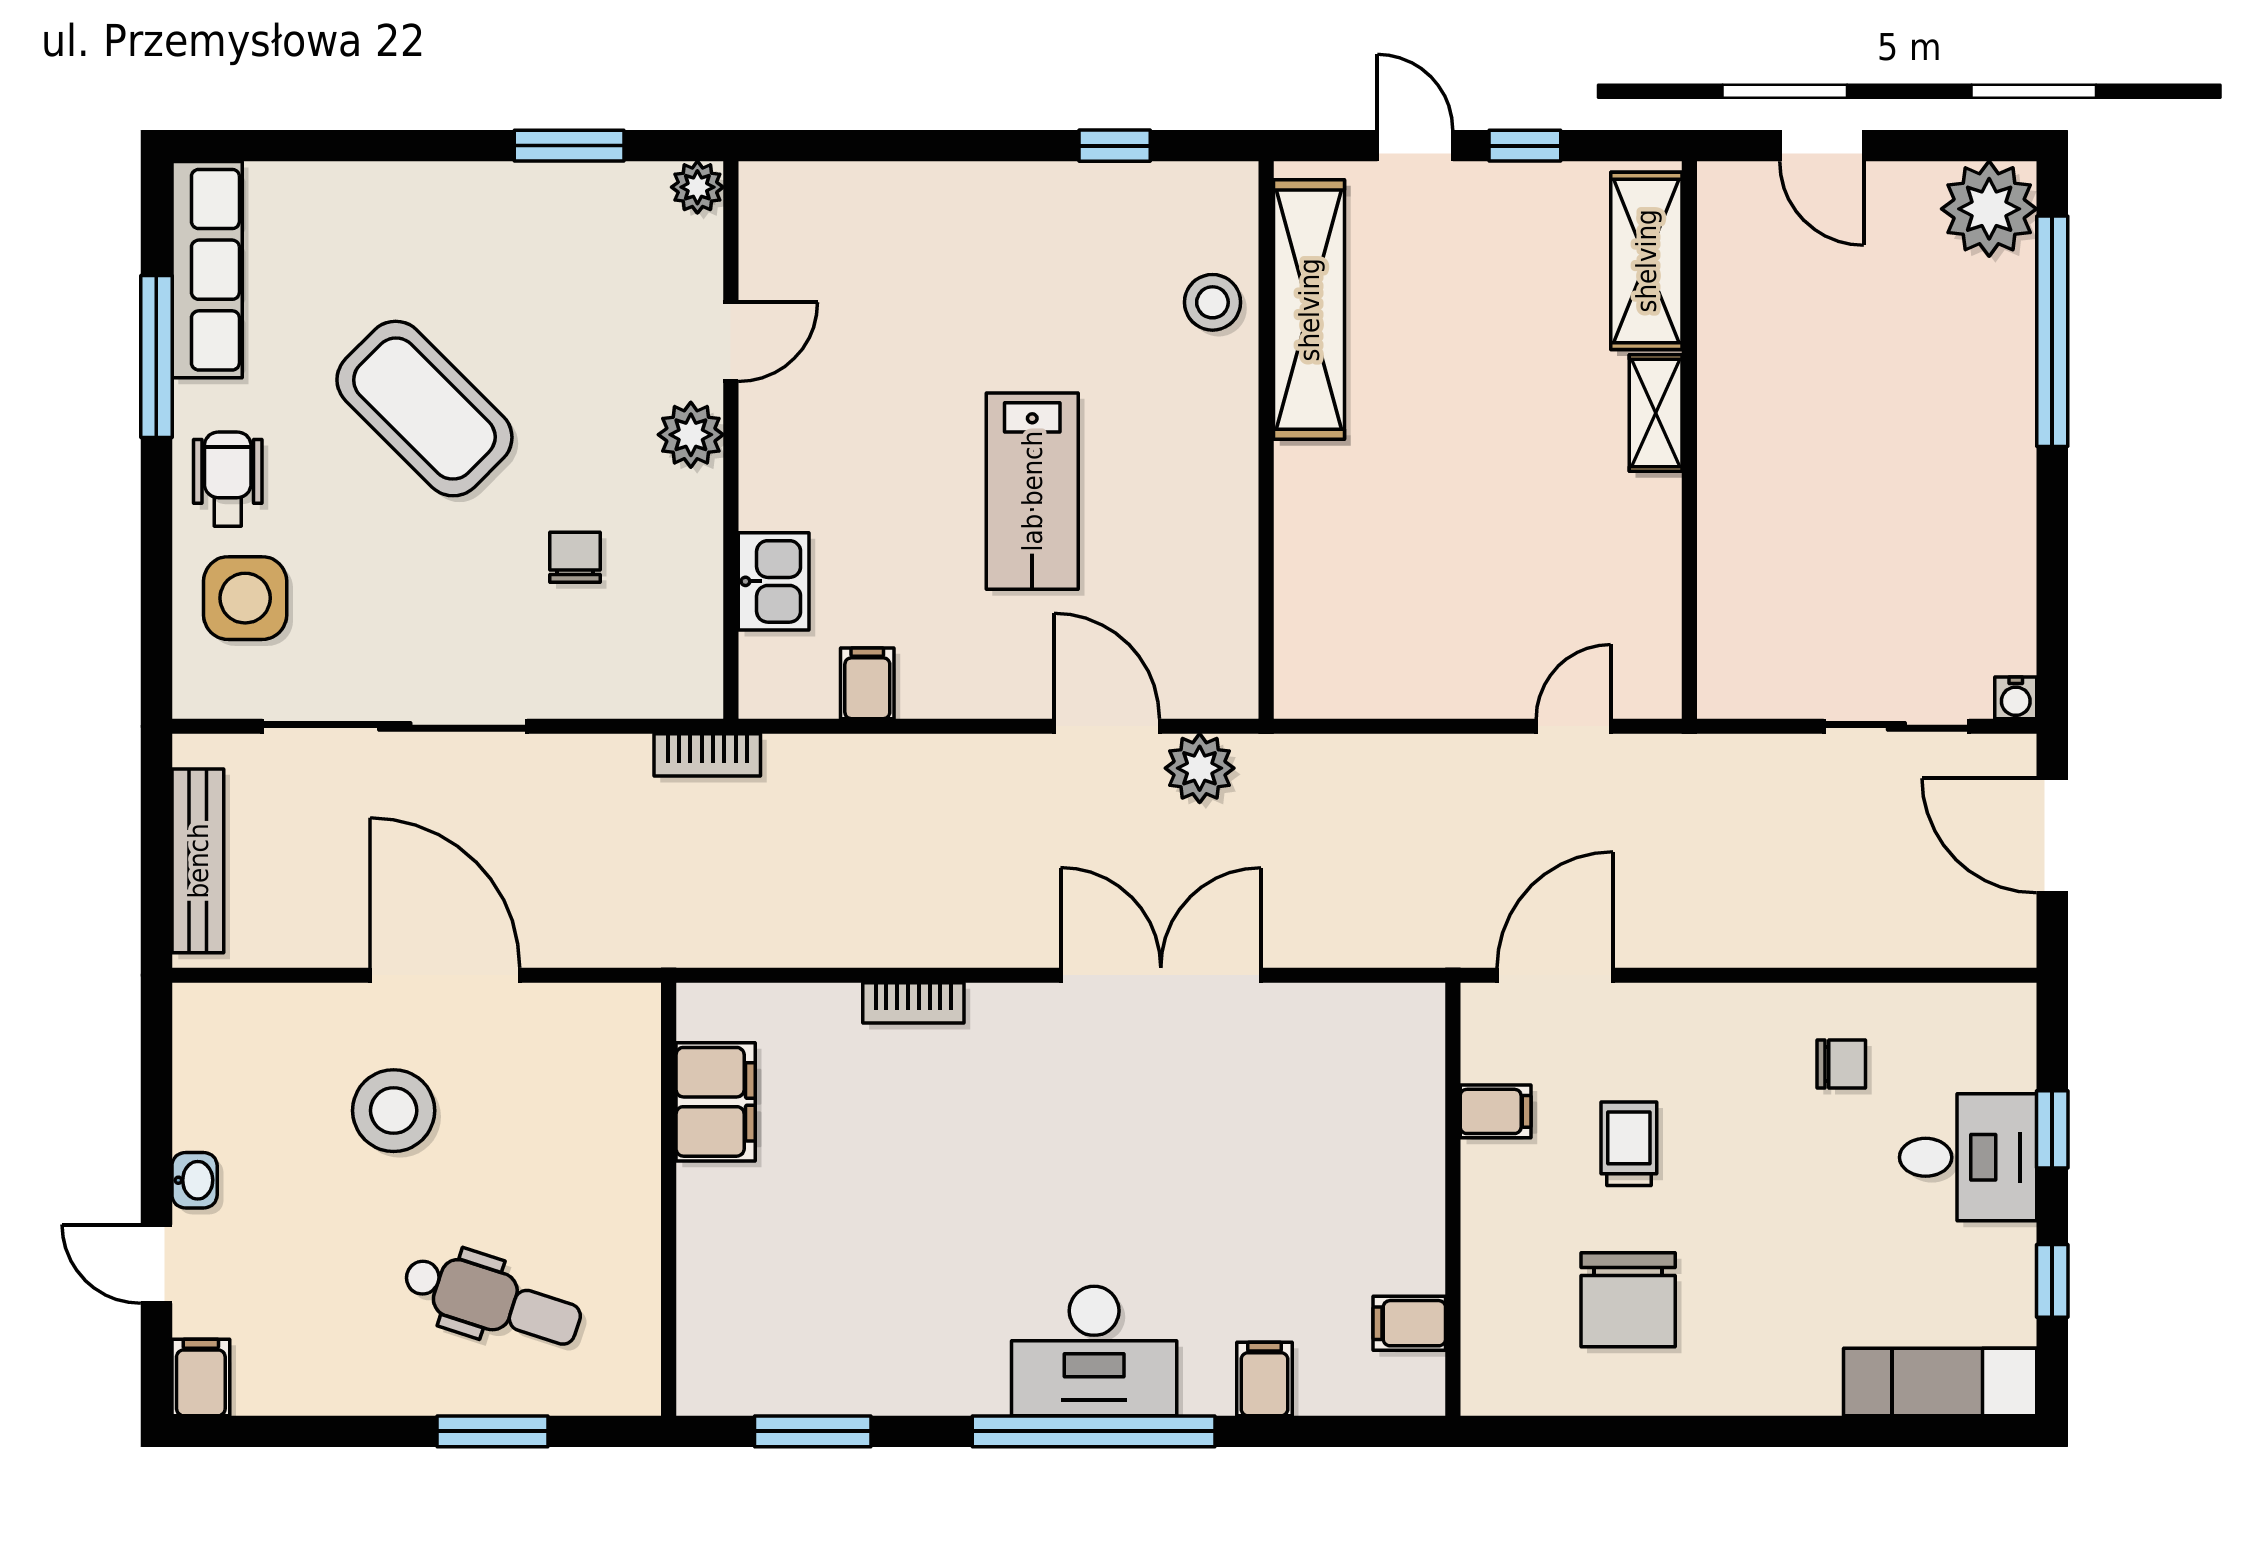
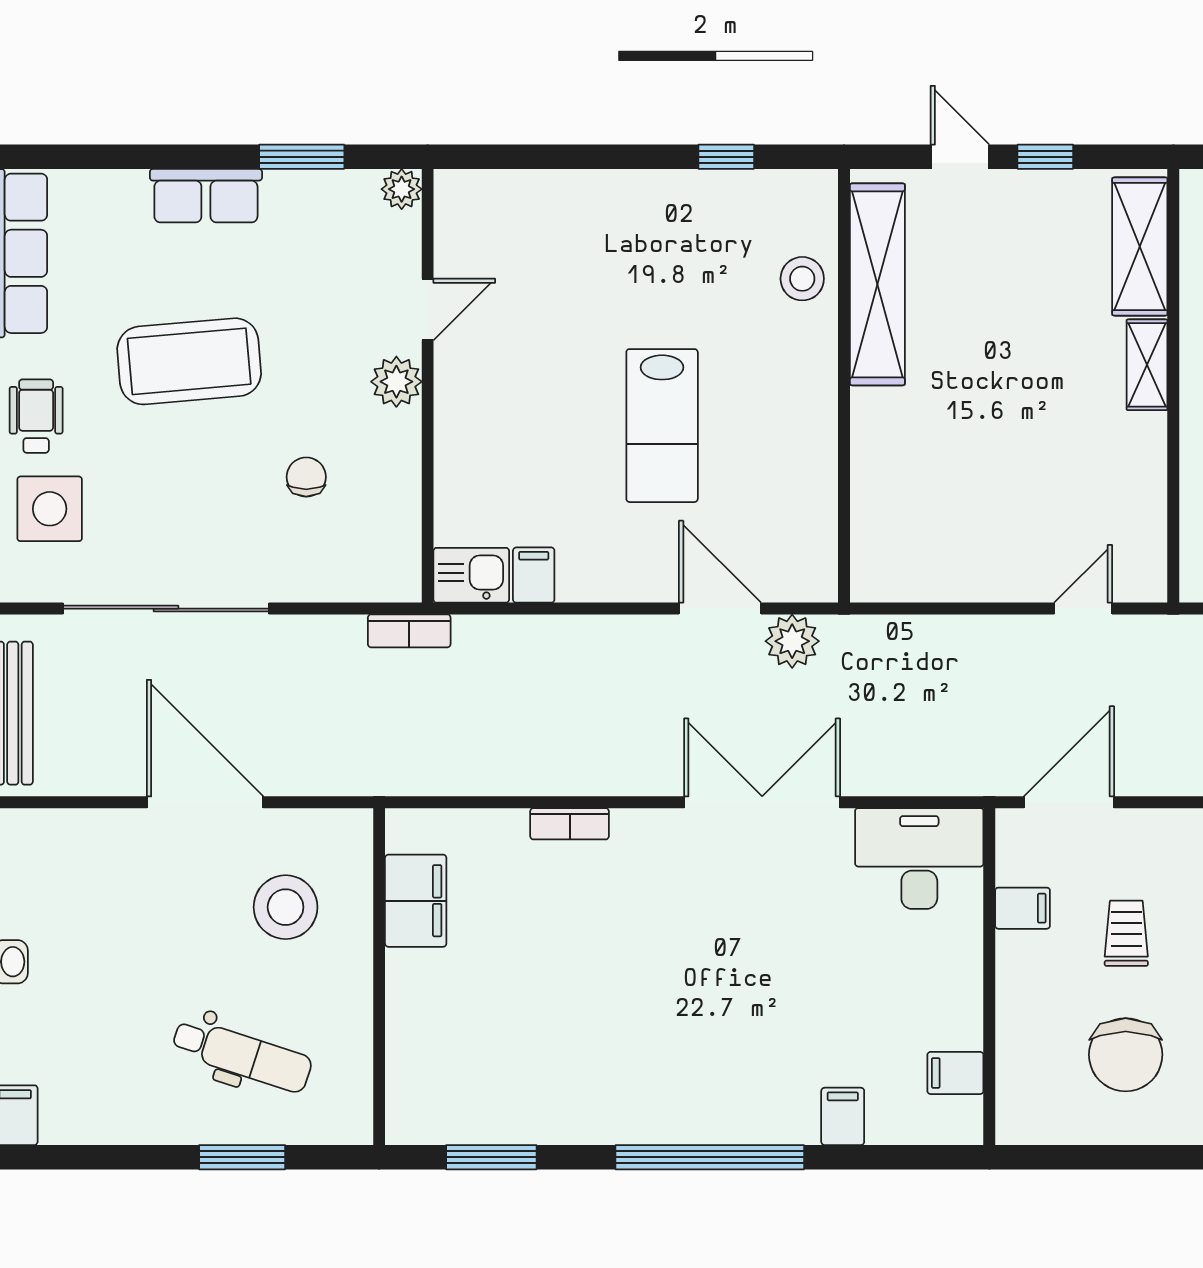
row of seats: (446, 196) -> (206, 196), added
coffee table: (424, 409) -> (189, 361), turned -50
kitchen sink: (774, 581) -> (471, 575), moved, turned -90
stool: (394, 1111) -> (286, 907), moved
desk: (1094, 1351) -> (919, 858), moved, turned 180

